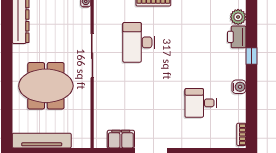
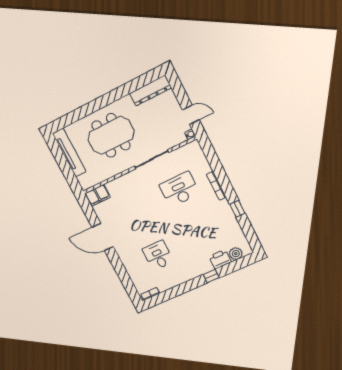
meeting table: (46, 86) -> (111, 135), turned 90
water cooler: (239, 87) -> (184, 277), removed
filing cabinet: (121, 139) -> (97, 195), moved, turned 90

